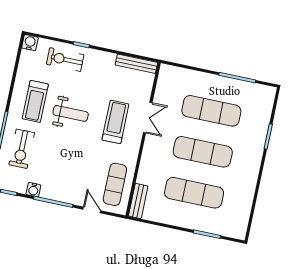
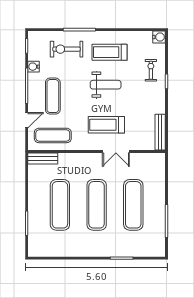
exercise bike: (65, 60) -> (151, 70), width x0.73, depth x0.72
weight bench: (71, 113) -> (106, 85), turned -90
treadmill: (115, 122) -> (106, 125), turned 180
exercise mat: (71, 175) -> (53, 96), added

